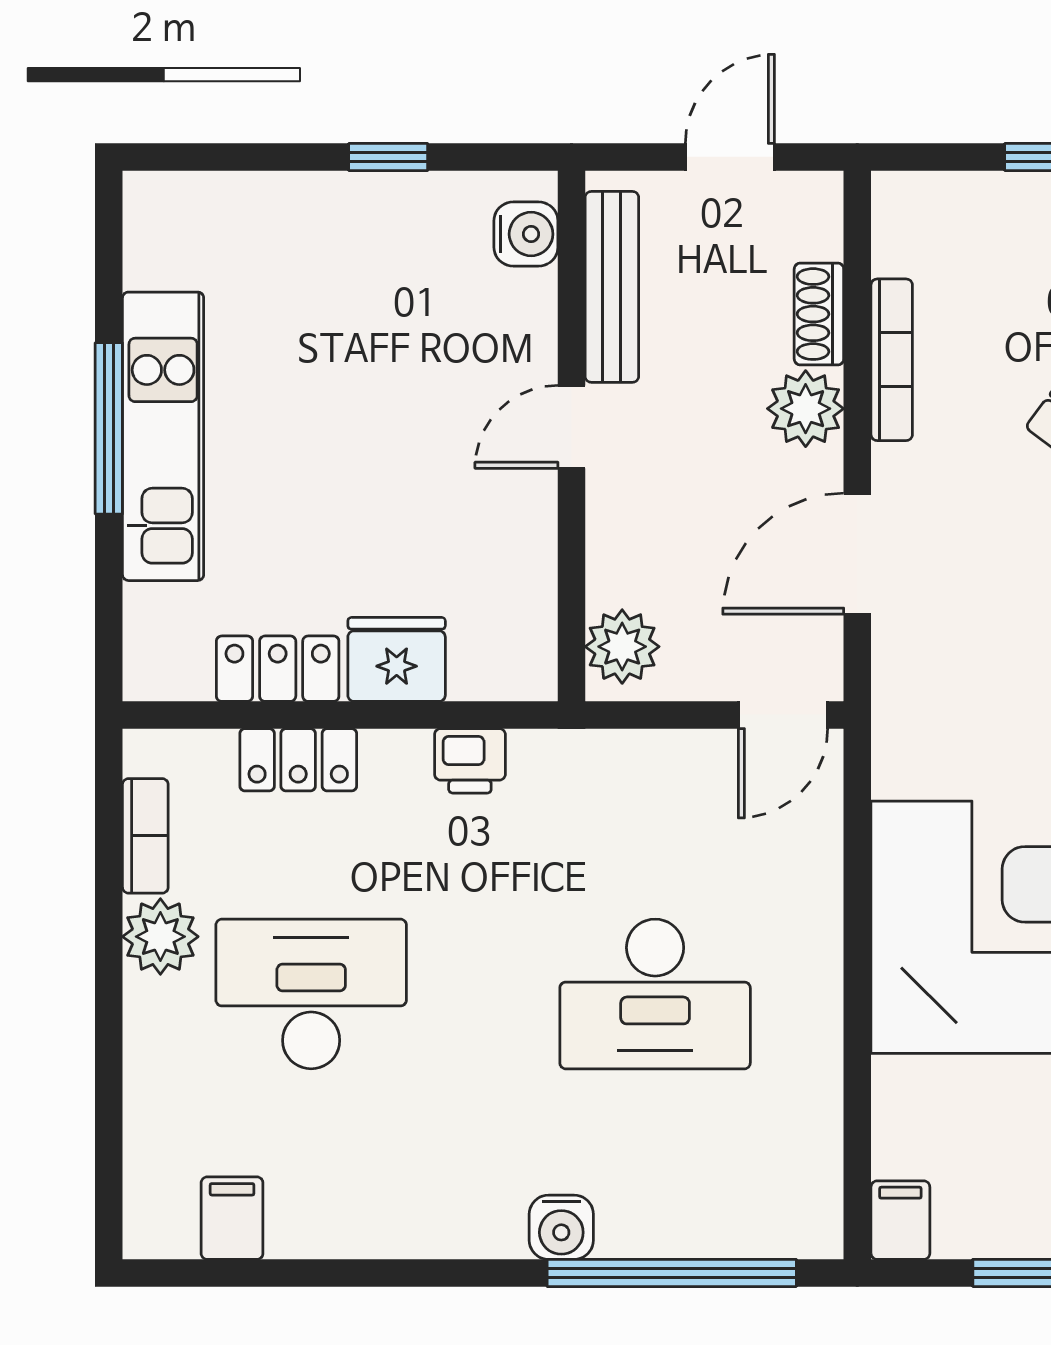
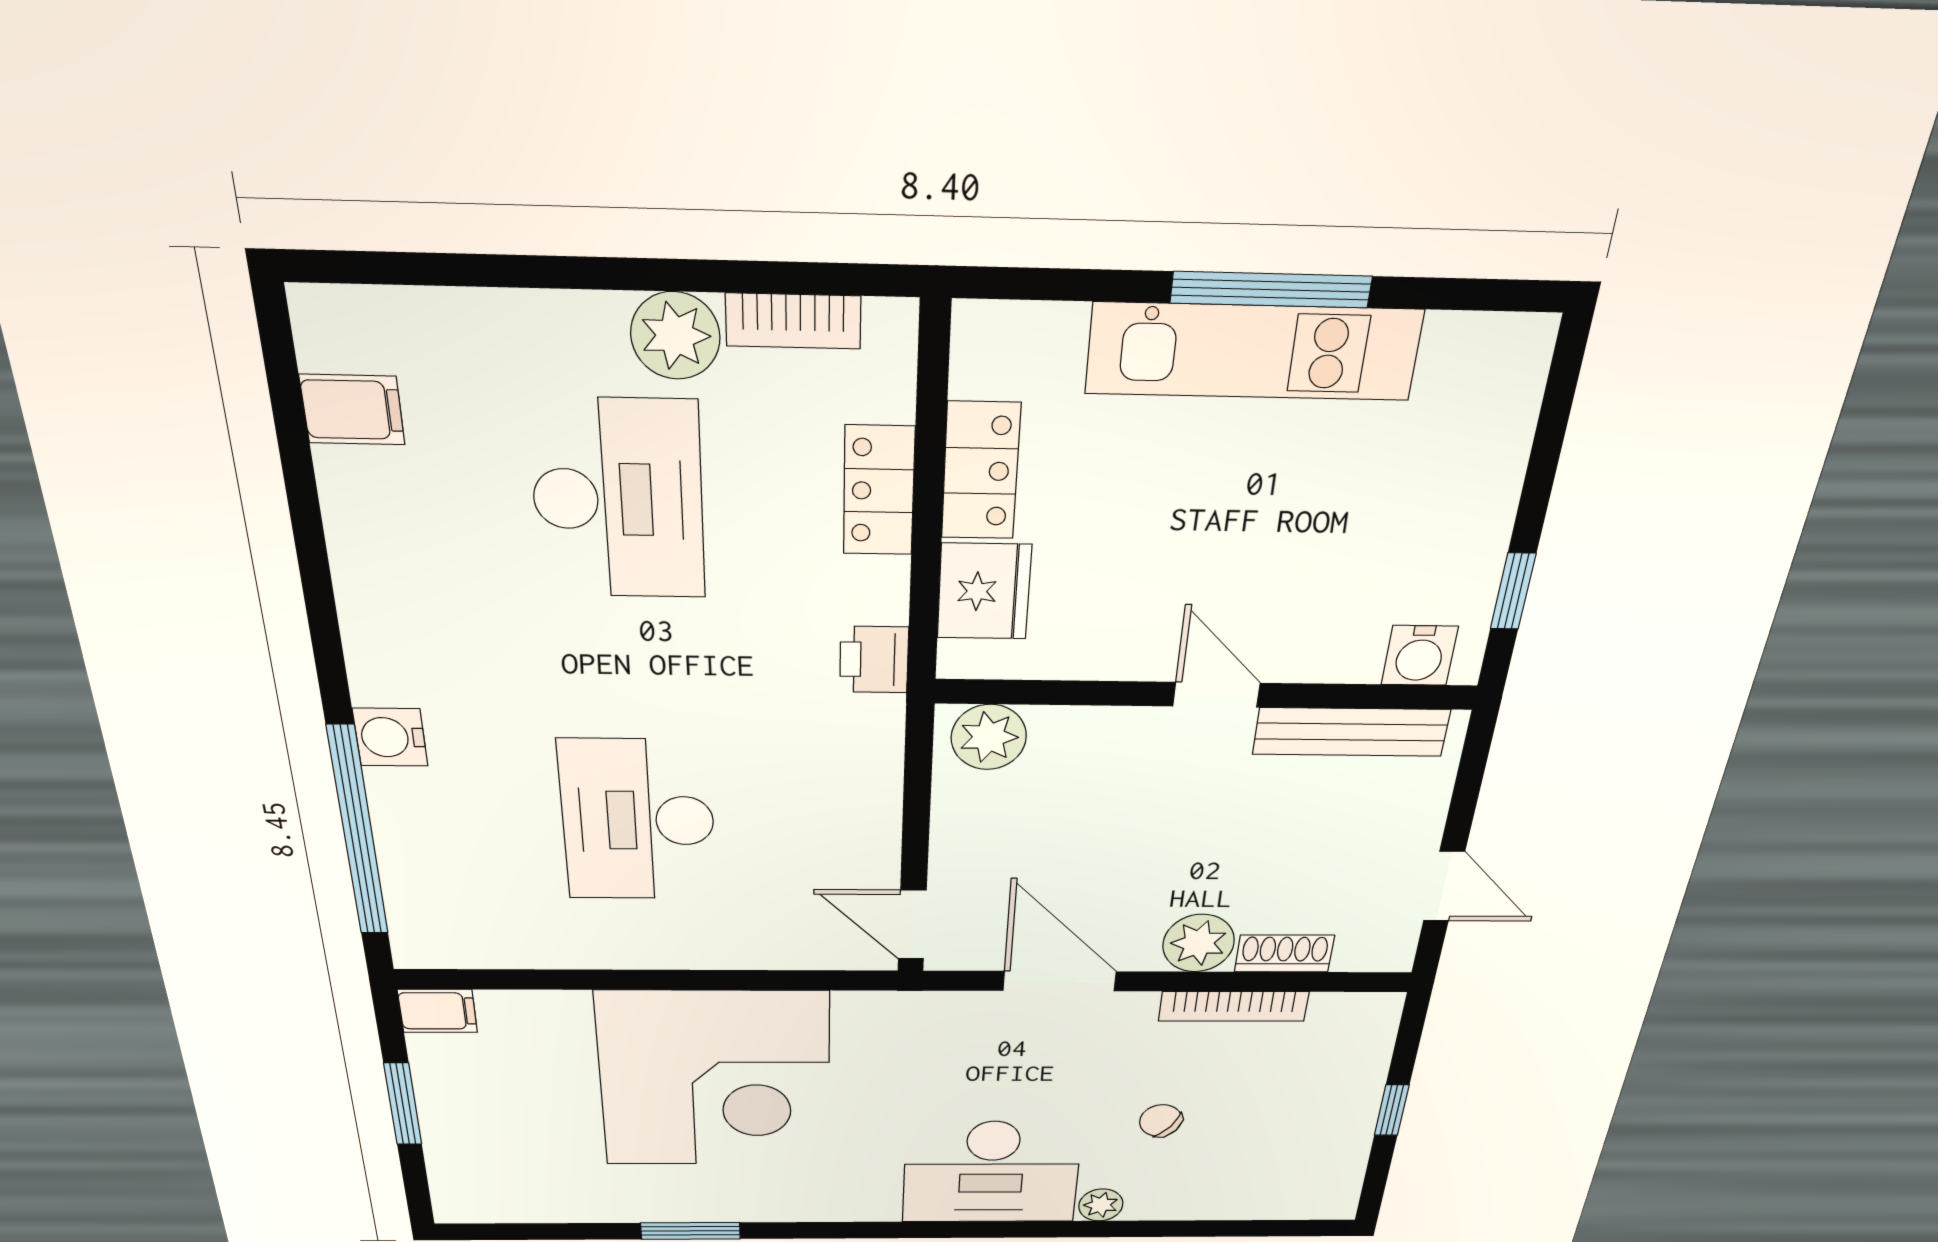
water cooler: (526, 234) -> (1420, 655), moved
bench: (612, 287) -> (1351, 732), moved
door: (572, 427) -> (1216, 695), moved
wall: (572, 436) -> (1207, 694), moved
plant: (622, 647) -> (989, 737), moved

